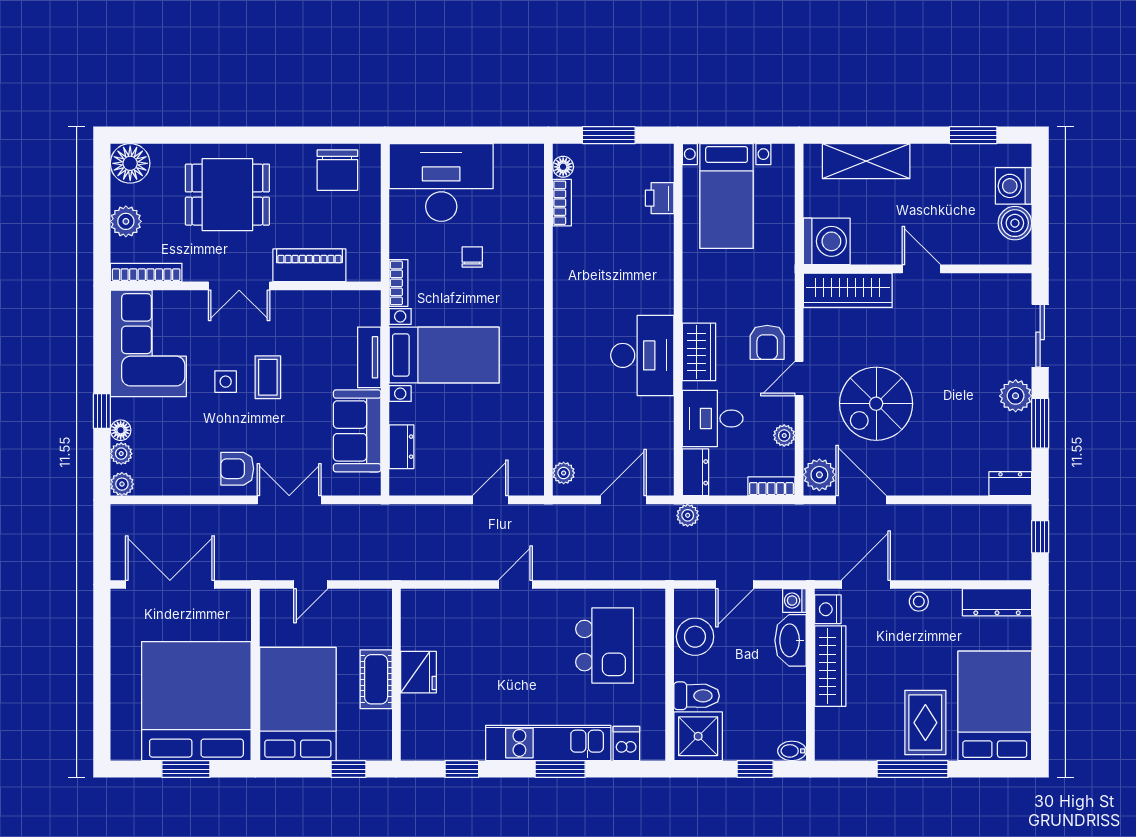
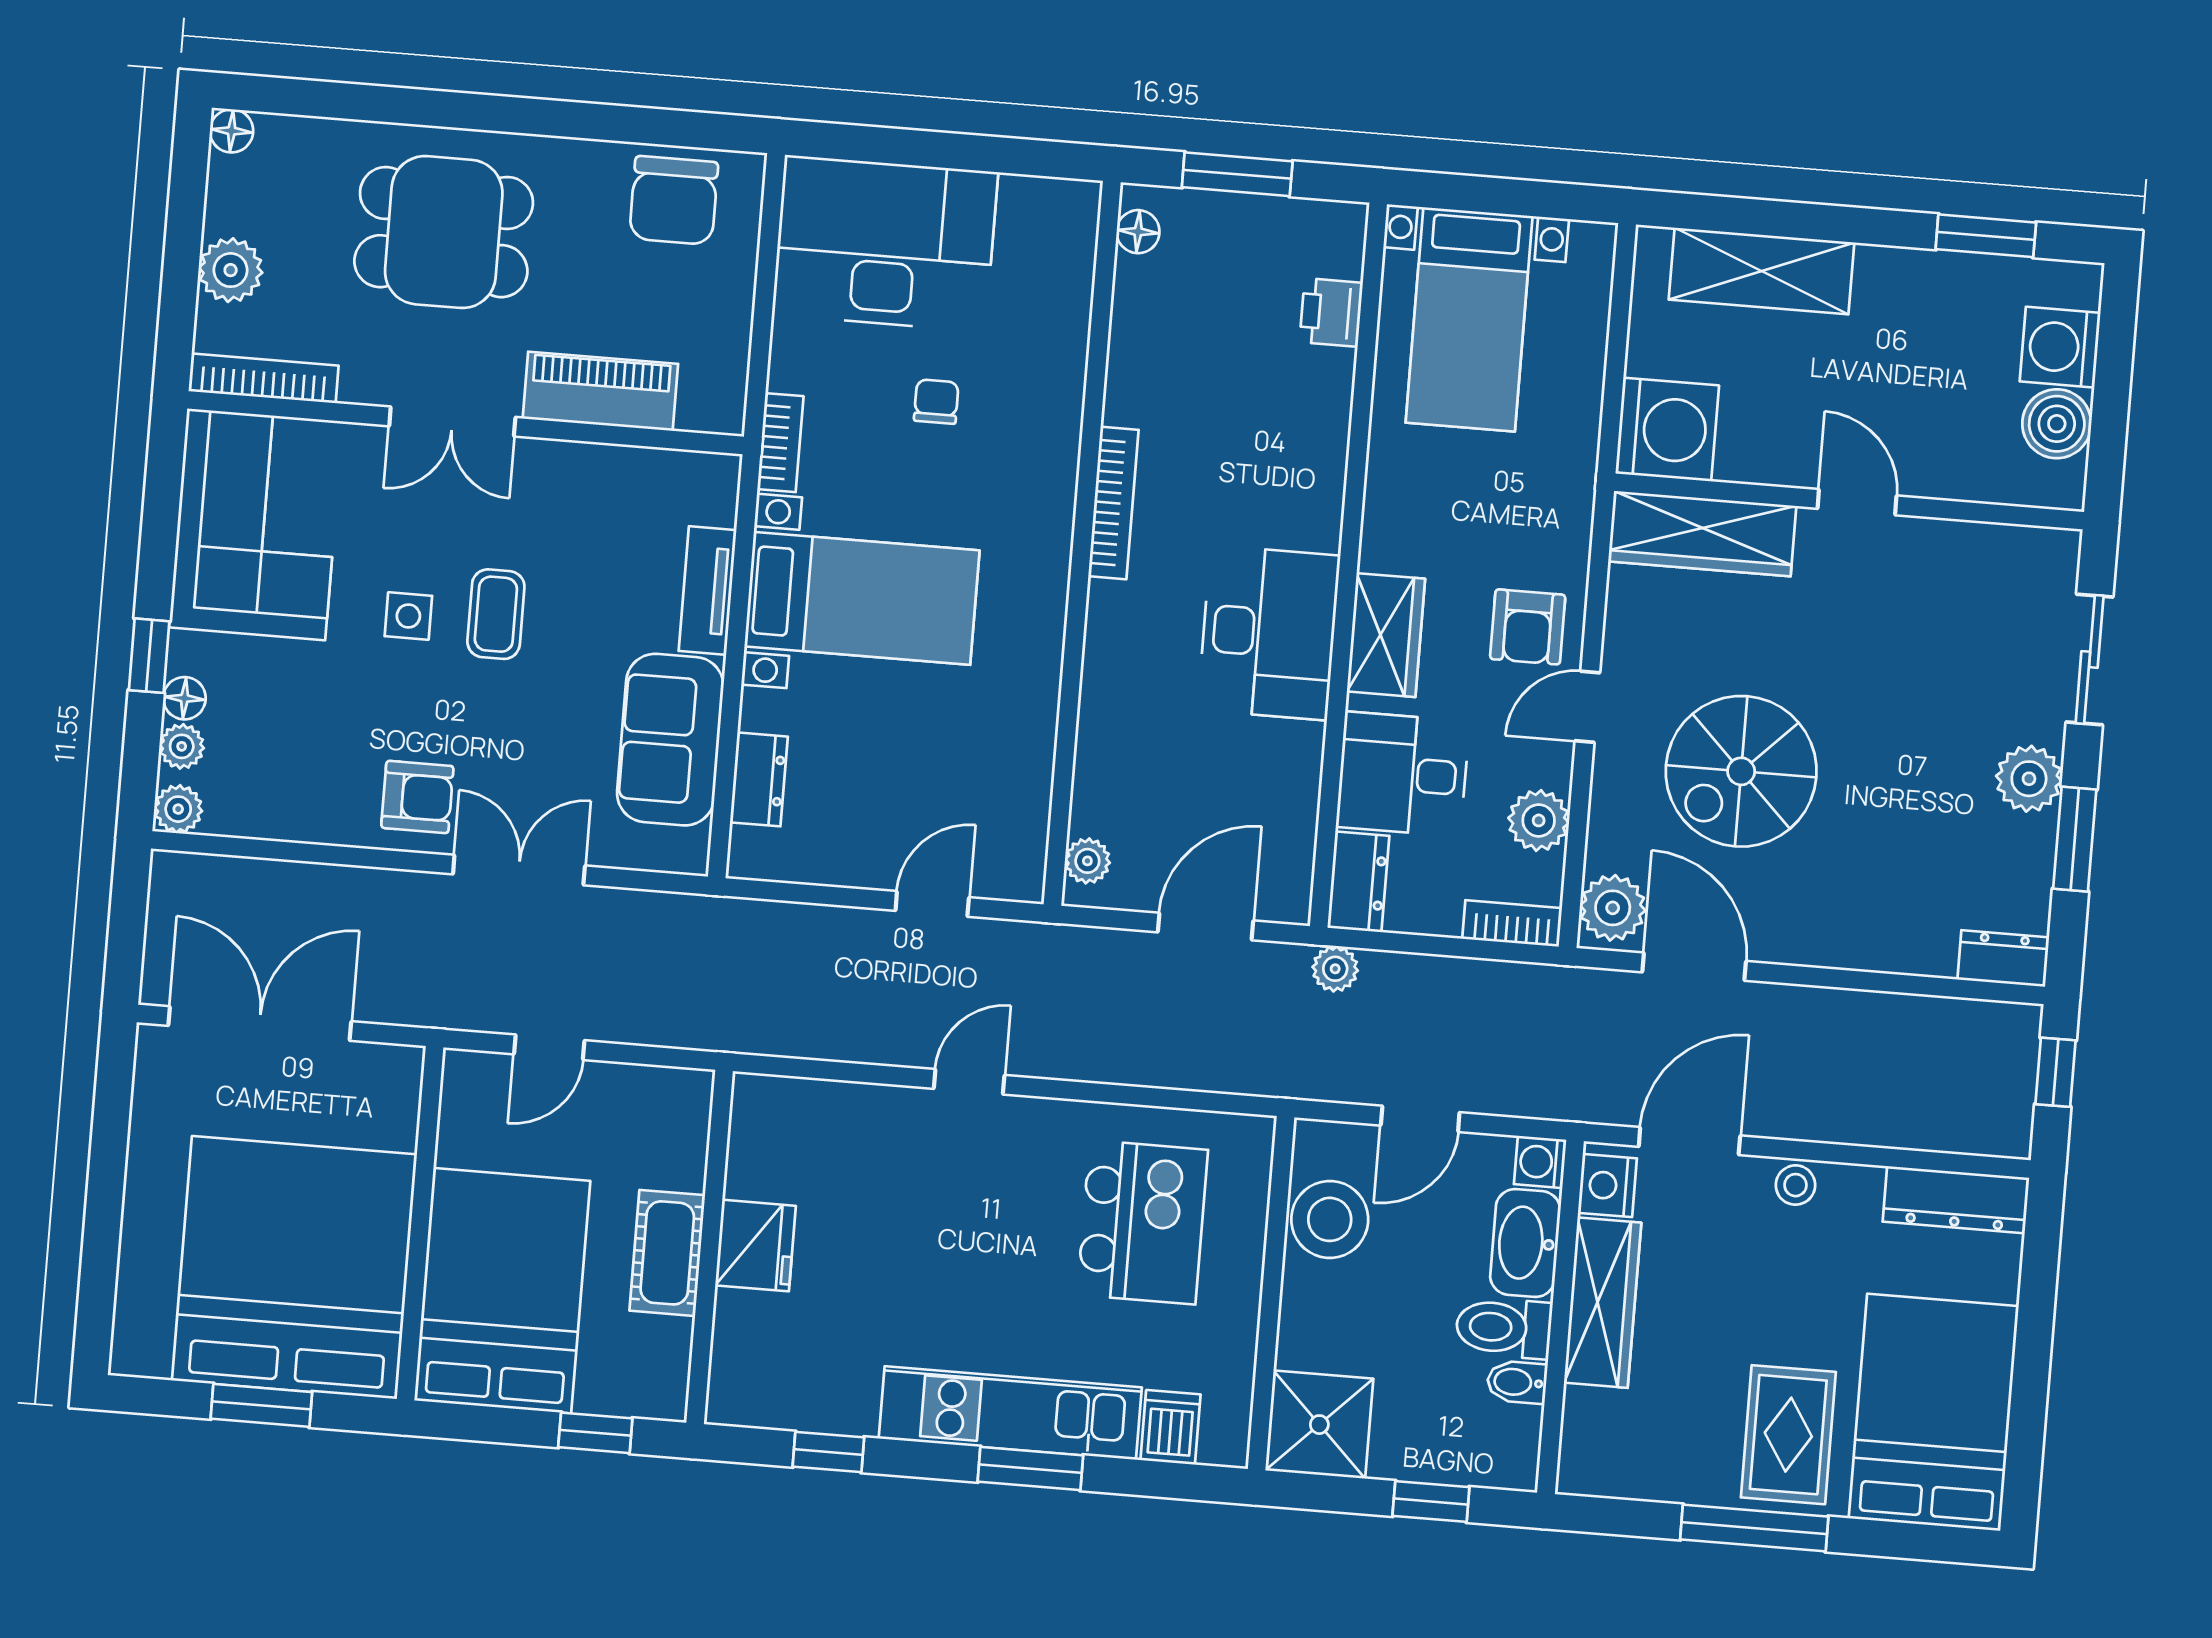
floor lamp: (130, 163) -> (232, 131), width x0.53, depth x0.53
bookcase: (562, 203) -> (1113, 503), moved, width x1.56
plant: (784, 435) -> (1539, 820), width x1.38, depth x1.38
armchair: (237, 469) -> (417, 797), turned 180
toilet: (697, 696) -> (1504, 1328), moved, turned 180
bidet: (792, 751) -> (1517, 1382), moved

